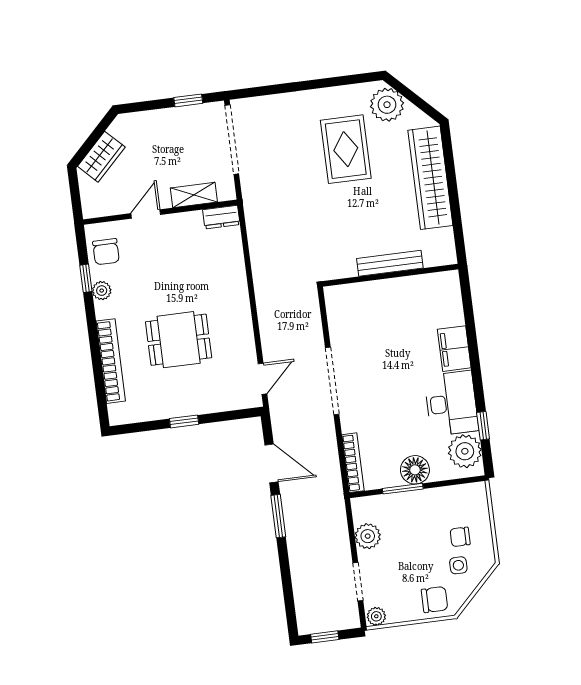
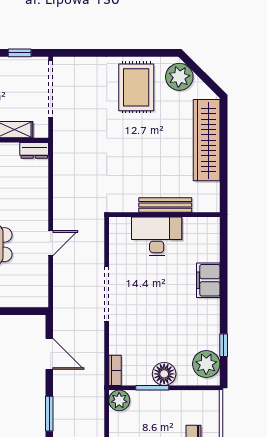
rug: (346, 149) -> (136, 87), moved
door: (262, 379) -> (51, 243), moved
desk: (451, 403) -> (157, 236), moved, turned -90
bookcase: (353, 463) -> (115, 370), width x0.64
window: (278, 516) -> (49, 414), moved
plant: (368, 536) -> (119, 400), moved

